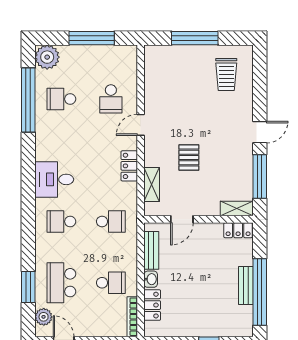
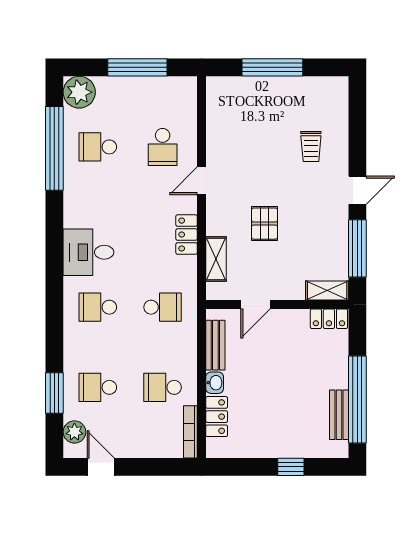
trolley: (226, 74) -> (311, 146), moved, width x0.73, depth x0.72
school desk: (61, 283) -> (98, 387), width x0.54
school desk: (111, 283) -> (163, 387), turned 180
bench: (246, 286) -> (339, 415), moved

